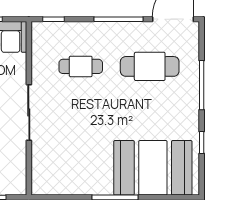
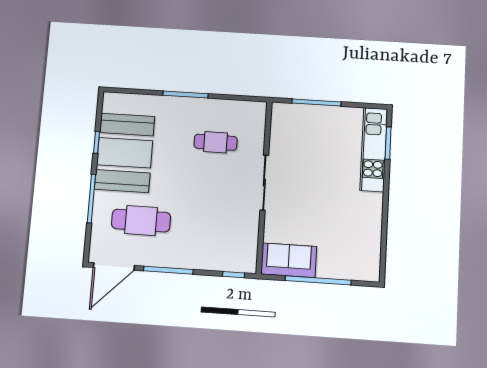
cafe table: (81, 66) -> (216, 142), moved
booth: (153, 168) -> (125, 153), moved, turned 90

